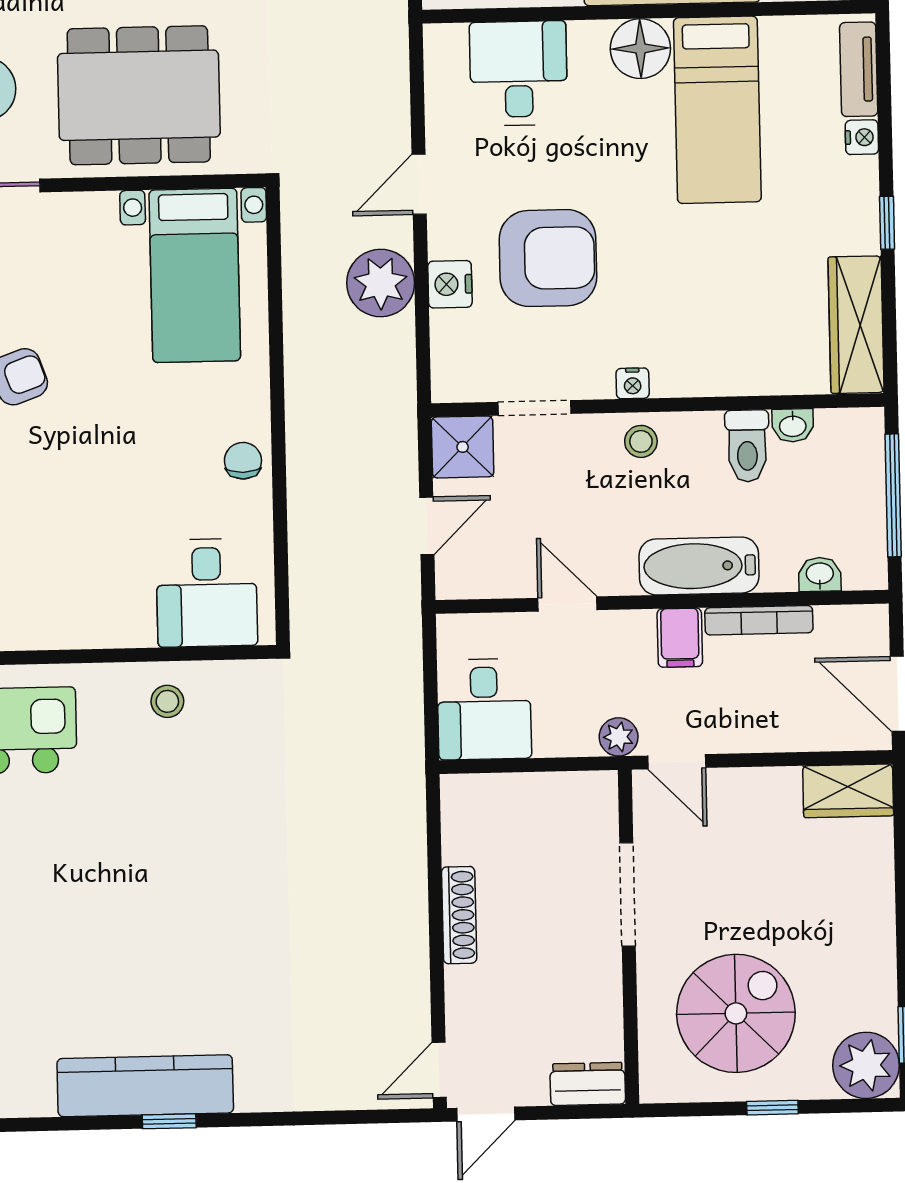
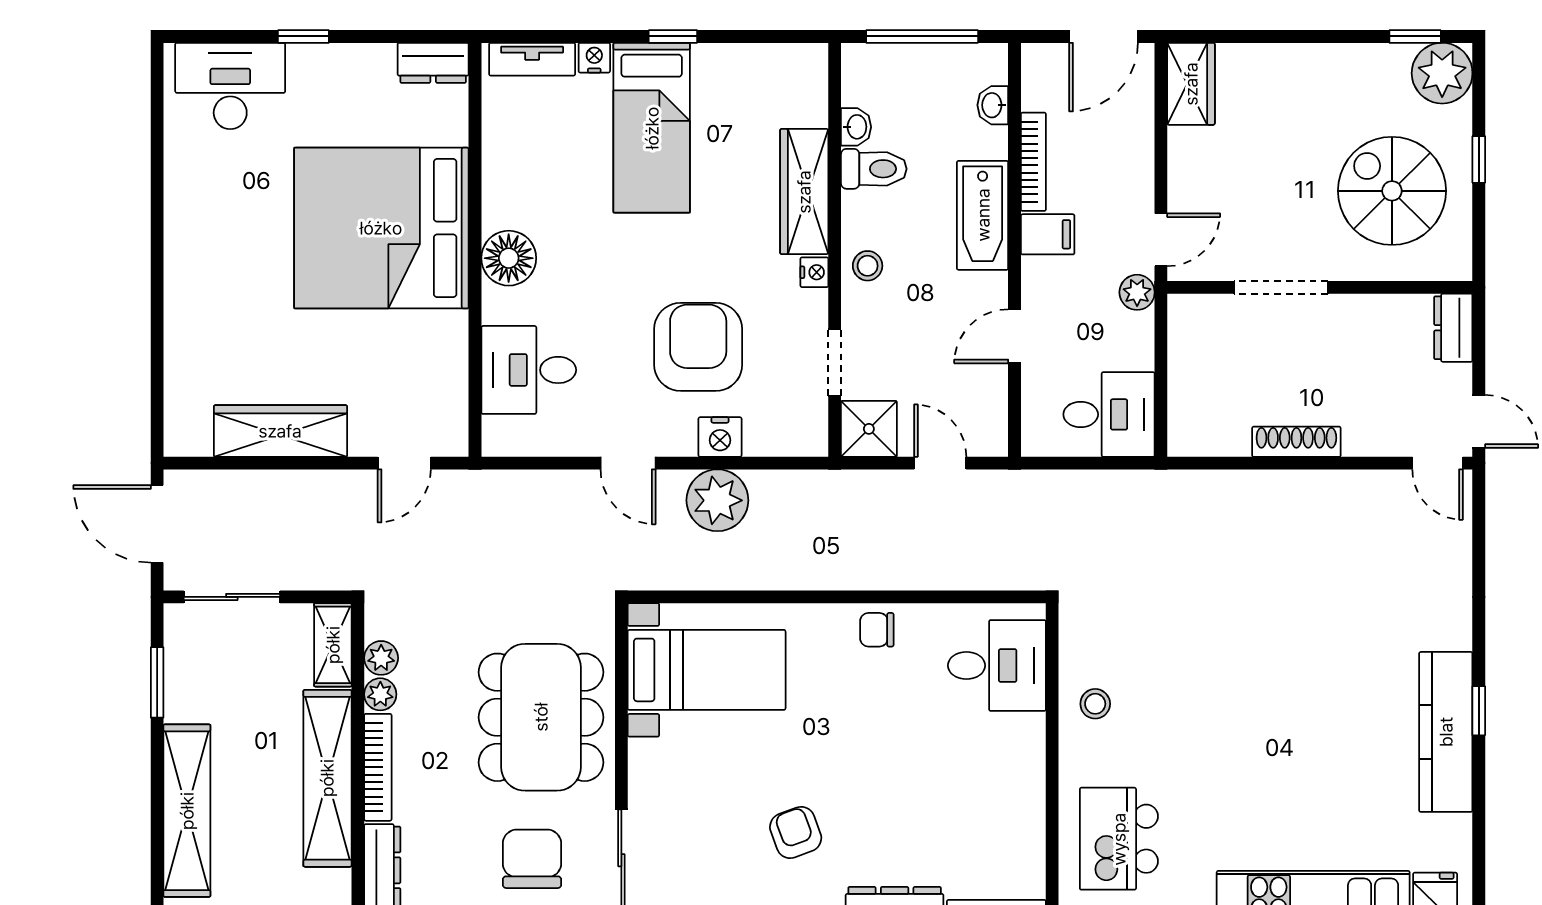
bed: (717, 110) -> (652, 128), moved, turned 90
wardrobe: (856, 325) -> (804, 192), moved, turned 90

